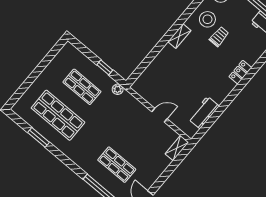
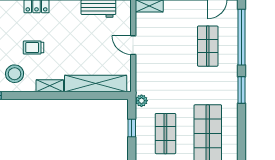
trolley: (219, 37) -> (34, 48), moved
shelving: (155, 68) -> (96, 84), added
window: (38, 137) -> (241, 90), moved

